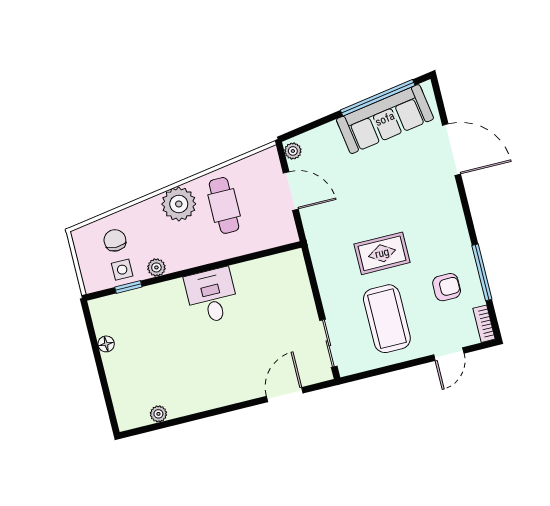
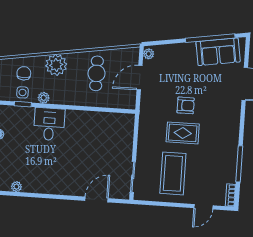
sofa: (385, 119) -> (218, 52), width x0.73
door: (291, 191) -> (140, 78), swing flipped
plant: (179, 204) -> (56, 65), moved
armchair: (447, 287) -> (186, 105), moved
desk: (212, 296) -> (49, 124), moved

